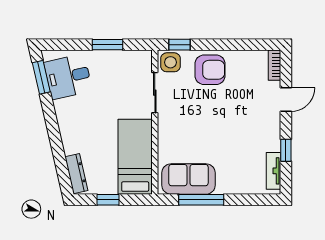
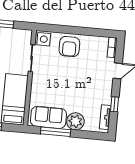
window: (179, 45) -> (51, 28), removed
armchair: (210, 70) -> (69, 47), turned 90
plant: (230, 181) -> (75, 121), added

